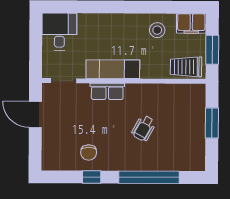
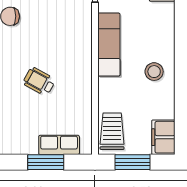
stool: (157, 30) -> (154, 72), moved
row of seats: (107, 91) -> (59, 145), moved, turned 90

